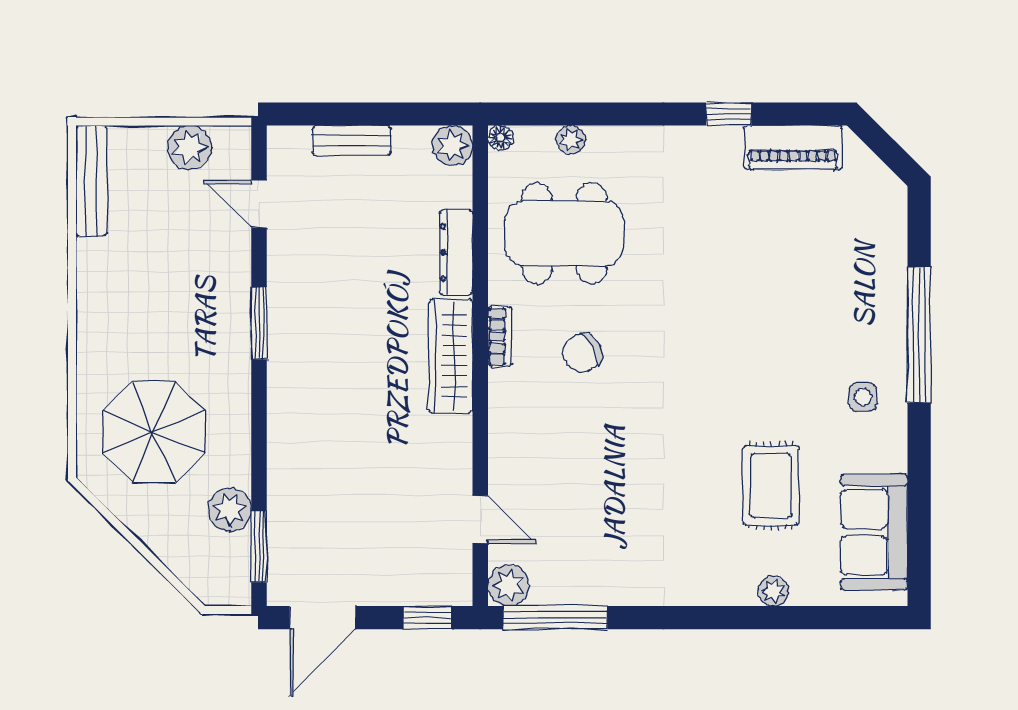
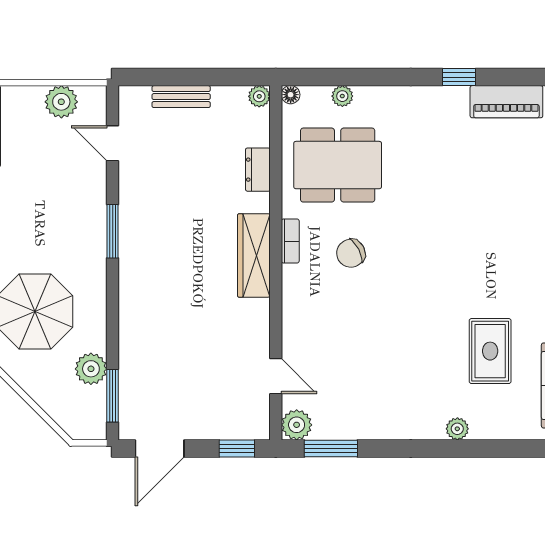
plant: (452, 146) -> (259, 96), width x0.73, depth x0.73
dresser: (456, 252) -> (258, 170), width x0.70
plant: (774, 591) -> (457, 429), moved
window: (555, 618) -> (331, 448), width x0.69

